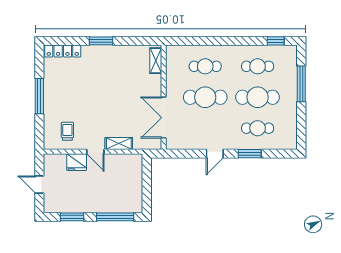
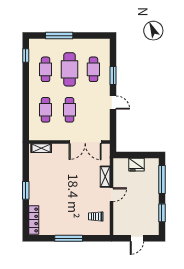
cafe table: (205, 97) -> (69, 110), width x0.73, depth x0.74
fridge: (77, 162) -> (137, 165), moved, turned 90

